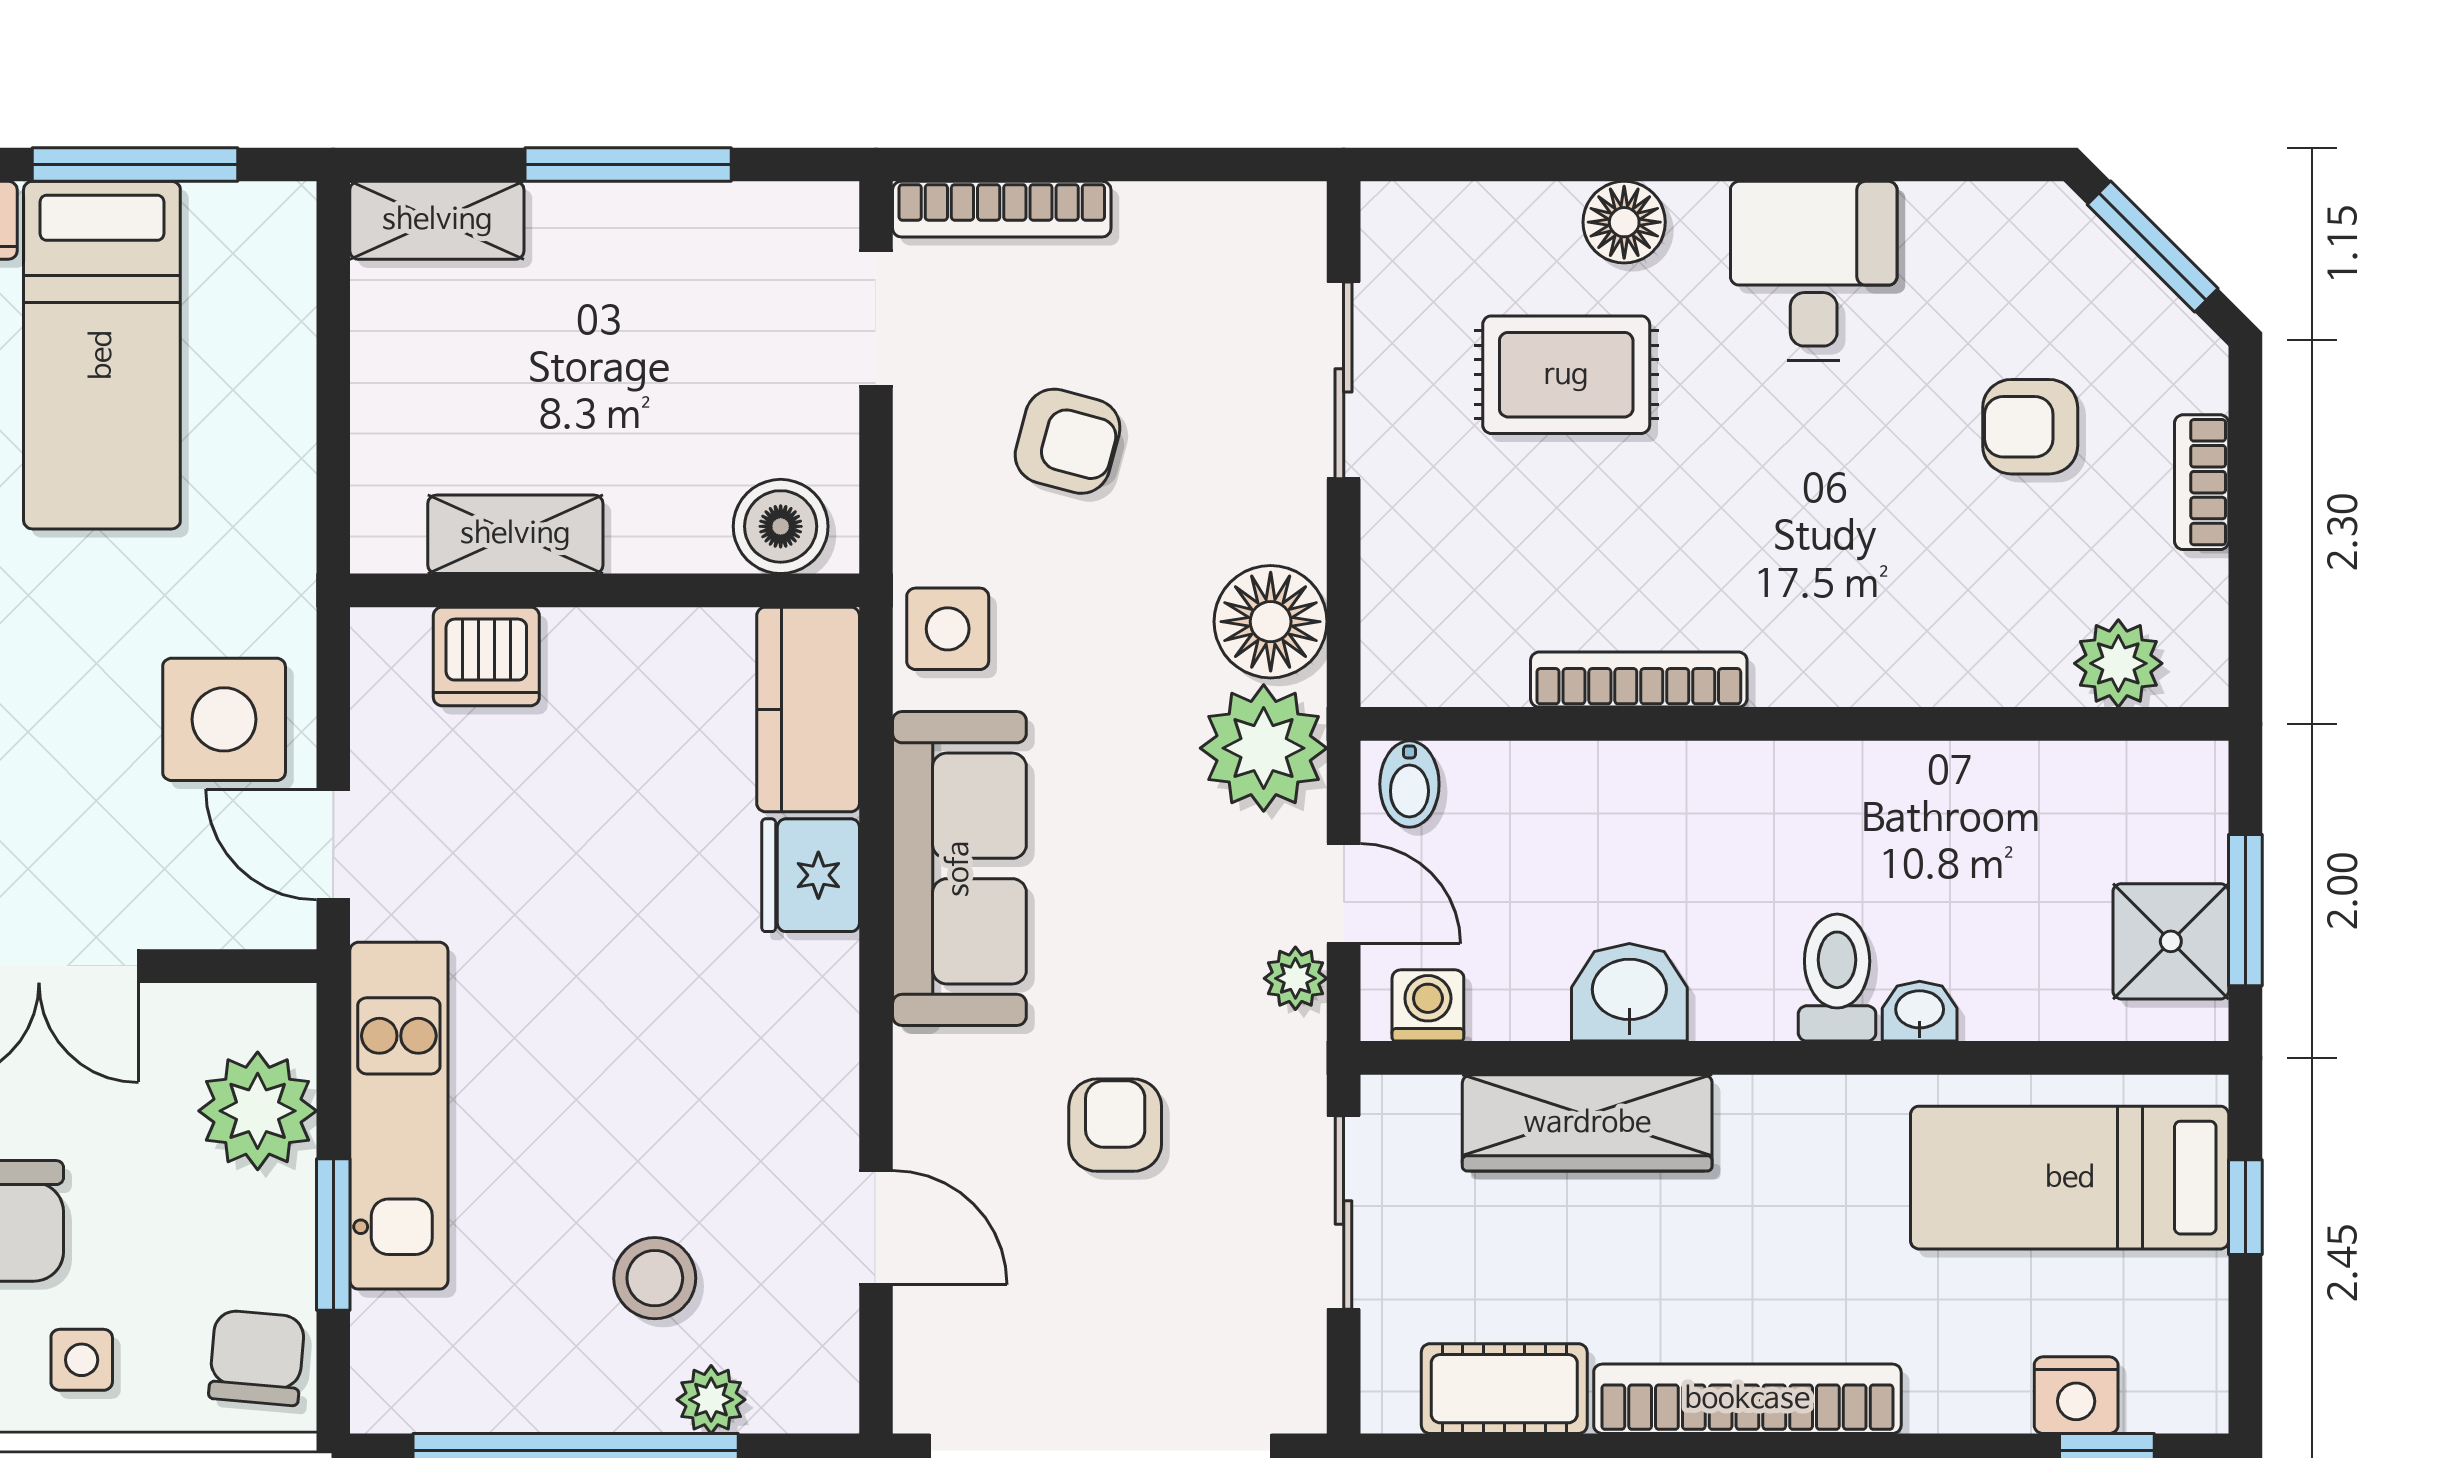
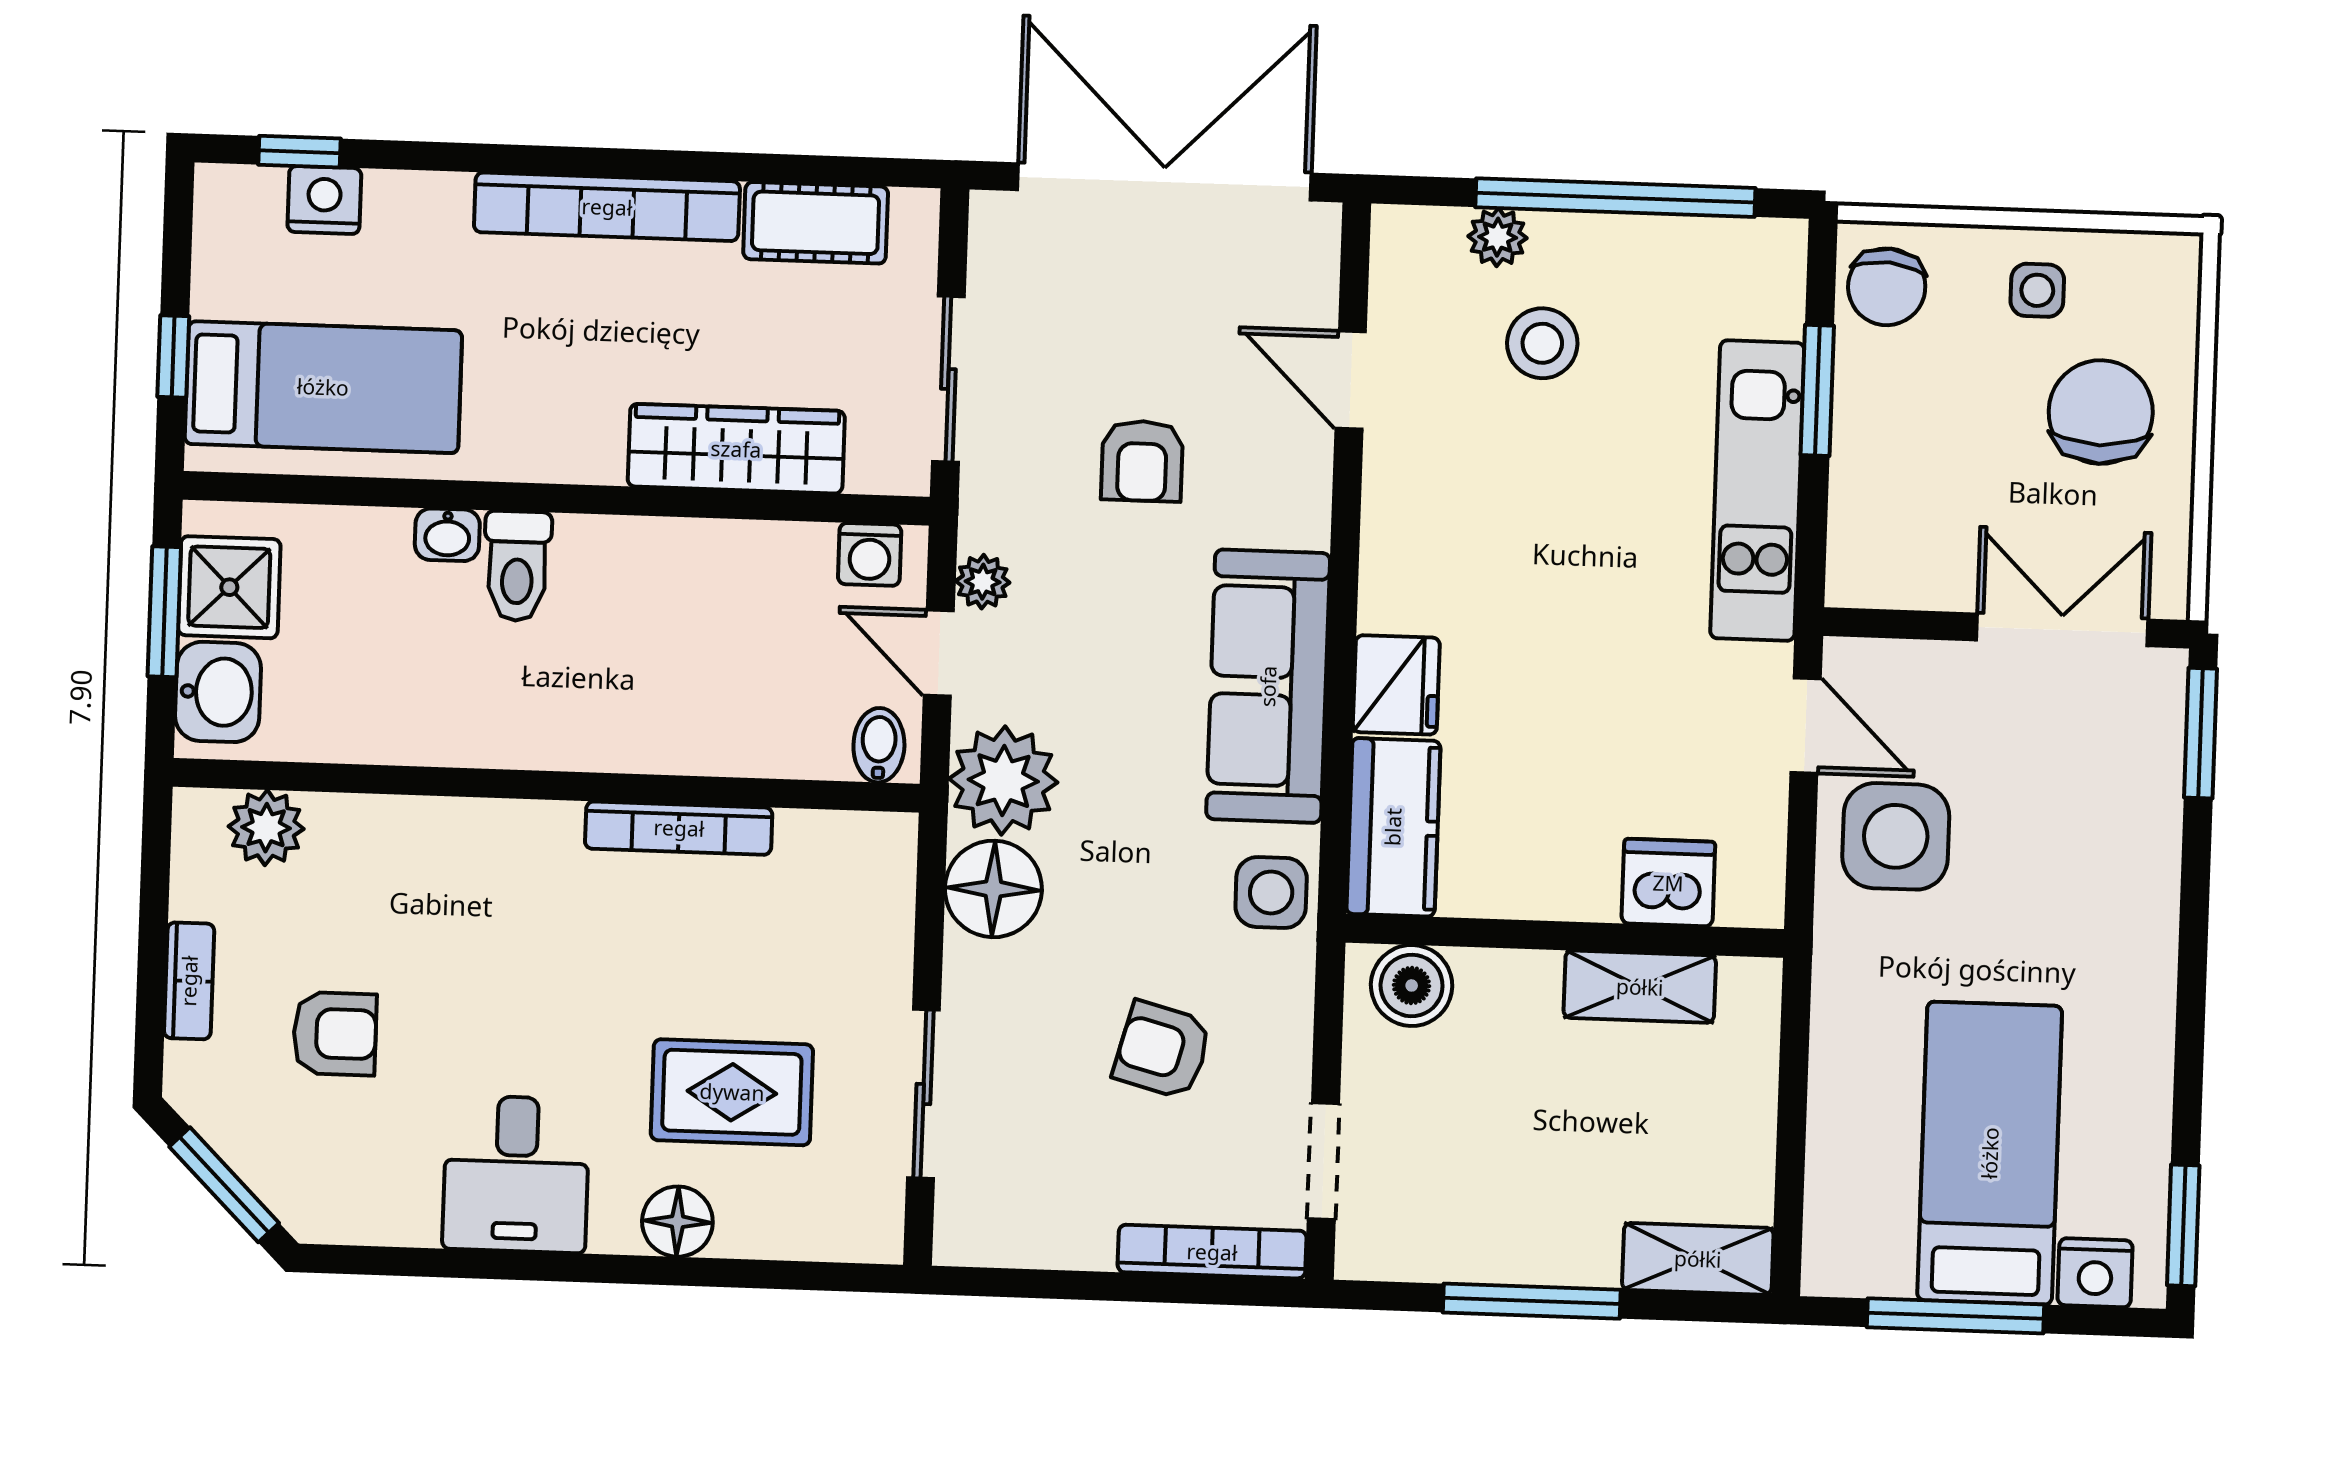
washbasin: (1629, 992) -> (218, 692), moved, turned -90
plant: (258, 1111) -> (1879, 499), removed

